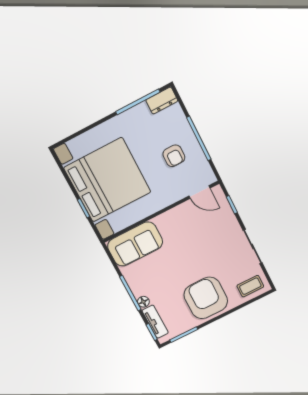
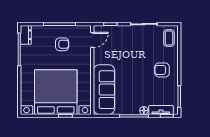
sofa: (135, 244) -> (104, 90), width x1.36
armchair: (206, 298) -> (162, 70), width x0.53, depth x0.53

